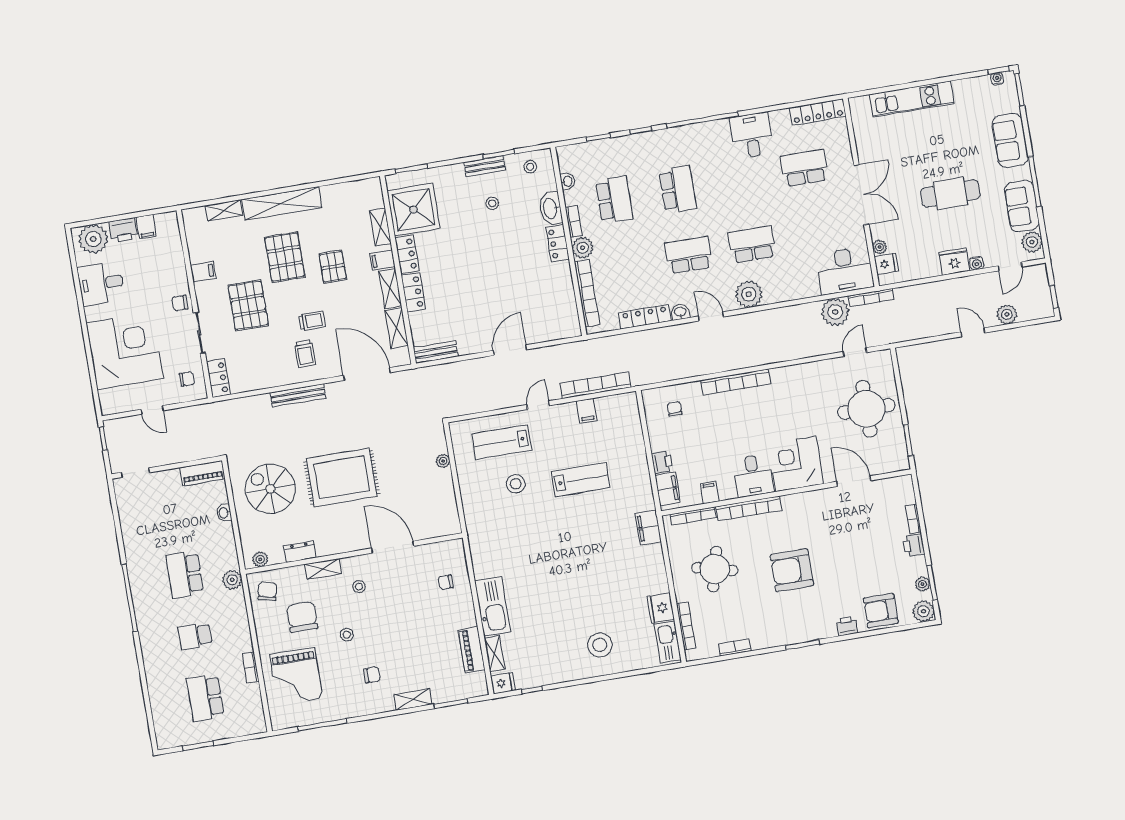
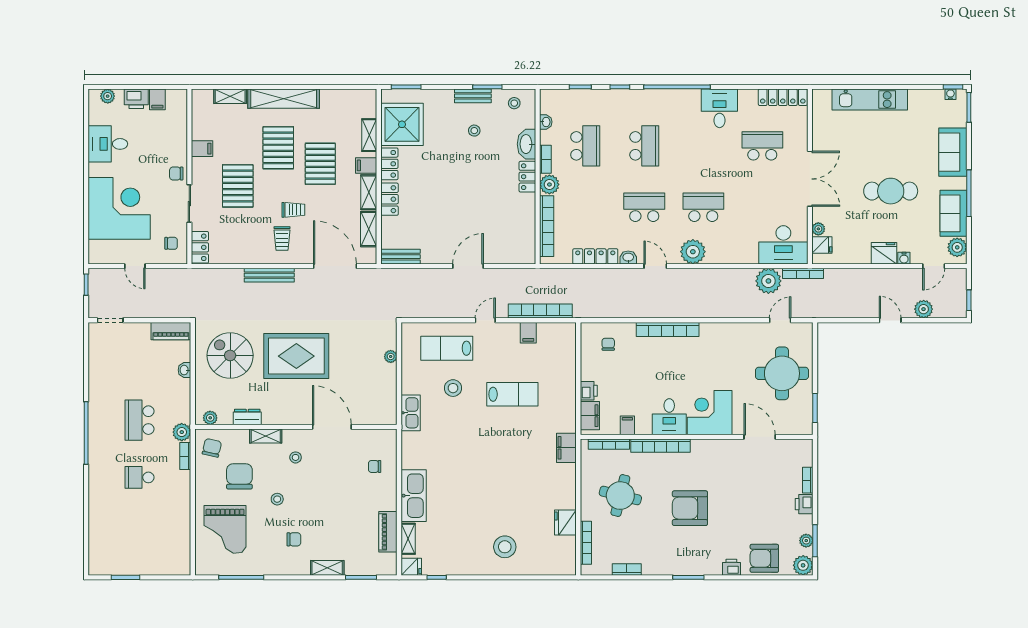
plant: (93, 239) -> (108, 96), width x0.53, depth x0.53
pallet: (333, 267) -> (320, 164), width x1.50, depth x1.42
kitchen sink: (668, 642) -> (411, 413), moved, turned 180
bookcase: (251, 667) -> (185, 456), moved
school desk: (205, 698) -> (139, 535), removed

